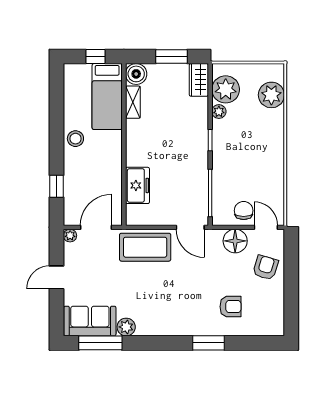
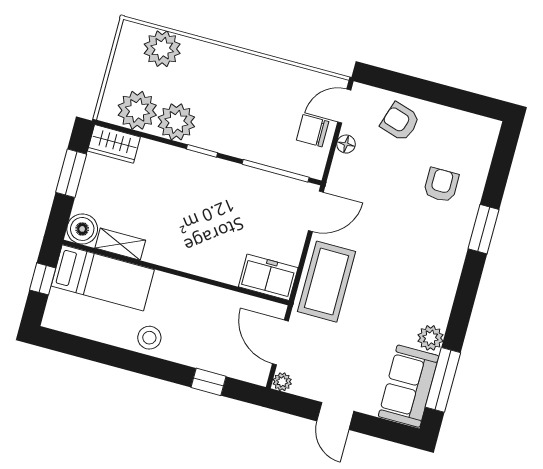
plant: (219, 112) -> (176, 122), width x1.88, depth x1.88
freezer: (137, 185) -> (268, 277), moved
floor lamp: (235, 241) -> (346, 144), width x0.53, depth x0.53

